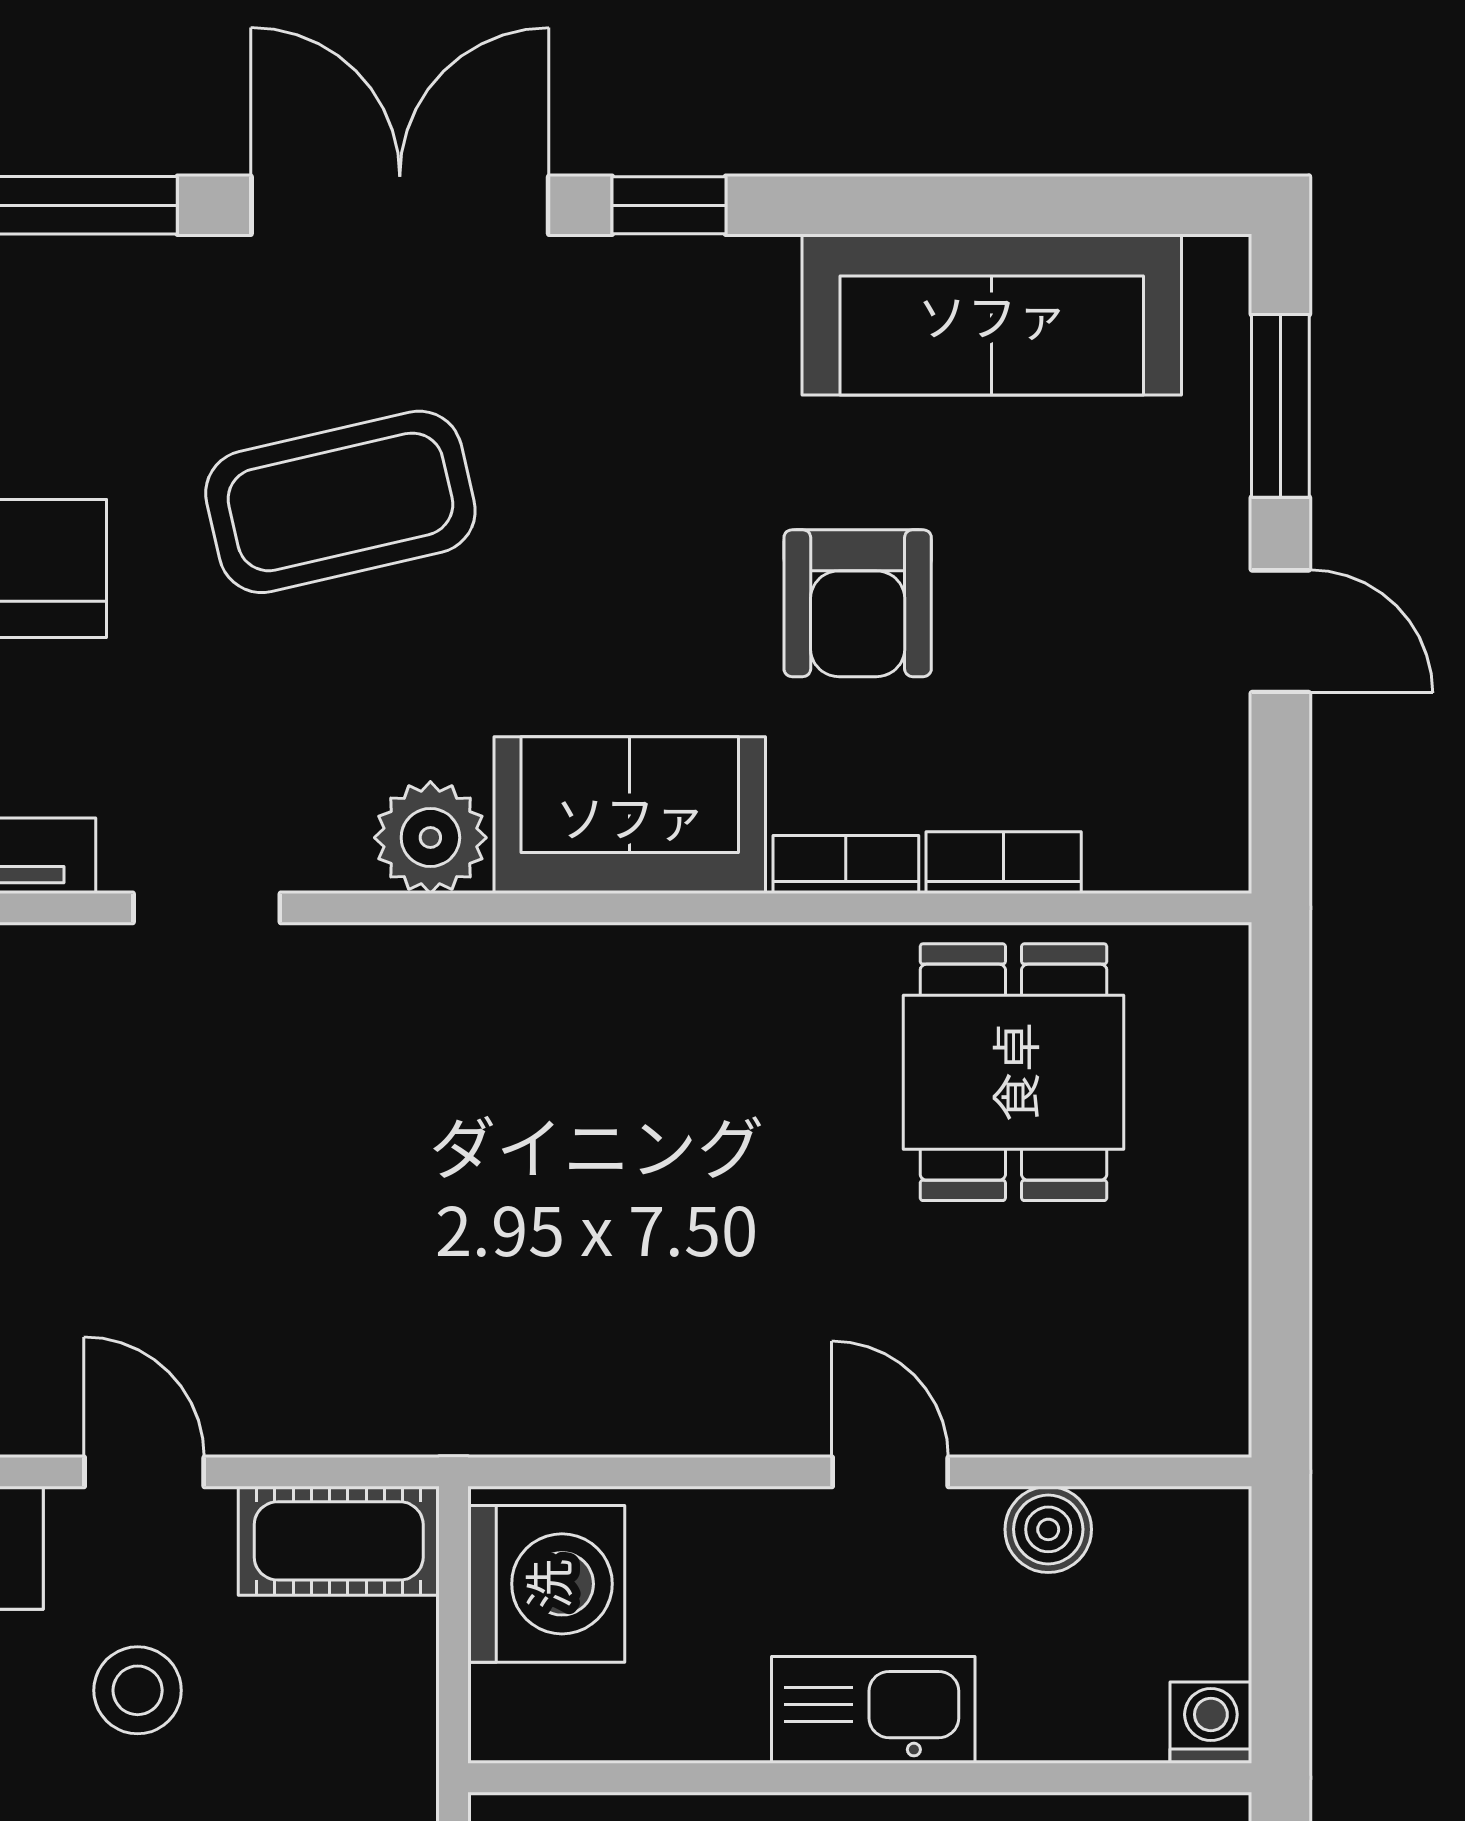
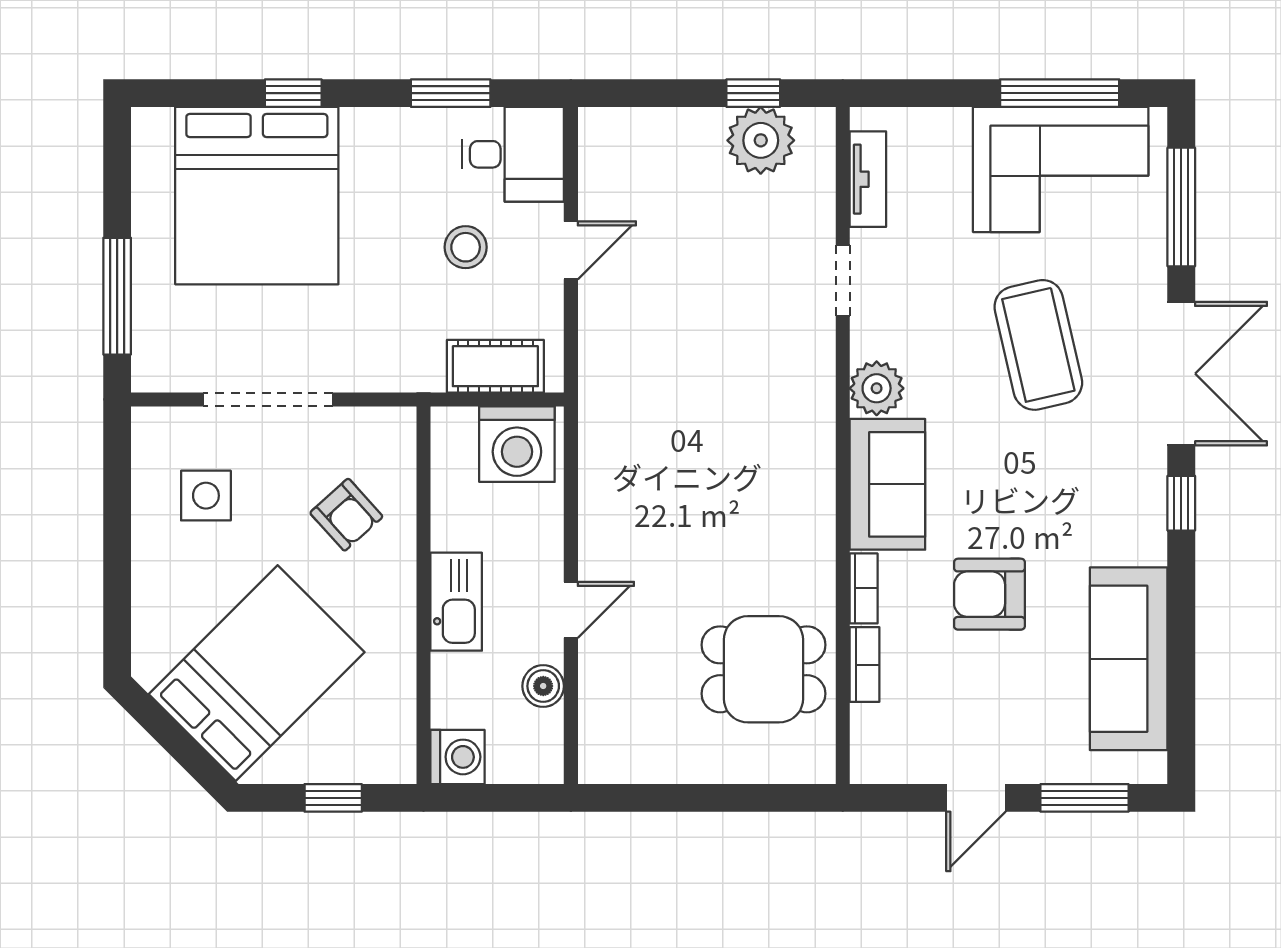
cot: (339, 1541) -> (495, 366), moved, turned 90
washing machine: (1211, 1723) -> (457, 757), width x1.38, depth x1.38

